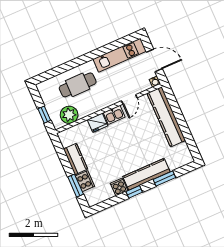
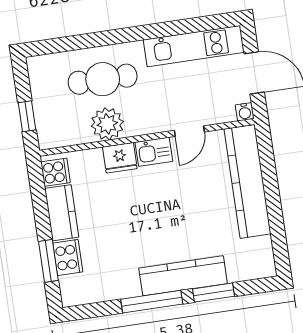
plant: (69, 115) -> (107, 124), moved
cooker: (119, 187) -> (55, 172), moved, turned 90
window: (134, 192) -> (152, 302), width x2.17

